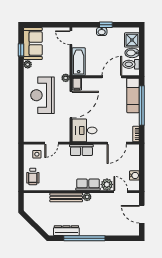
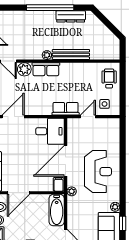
row of seats: (81, 150) -> (66, 109), moved

